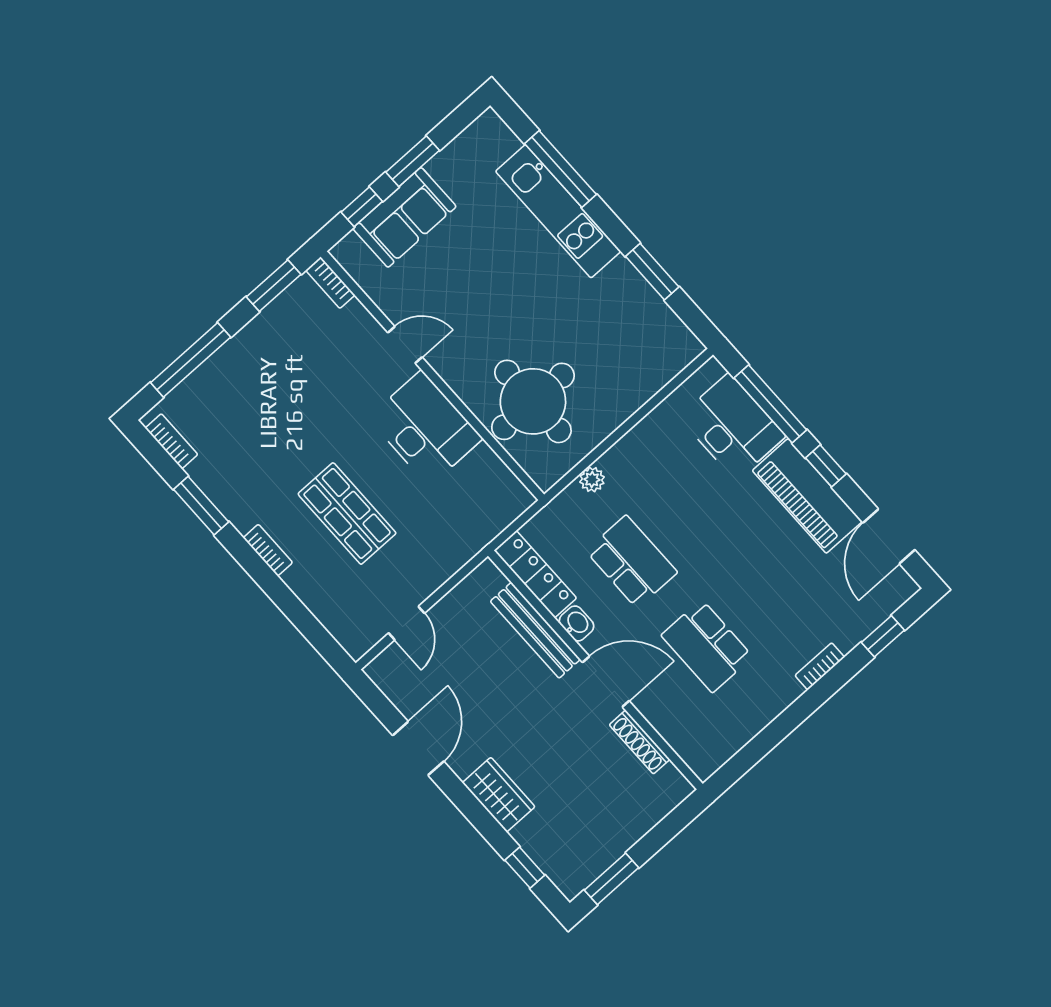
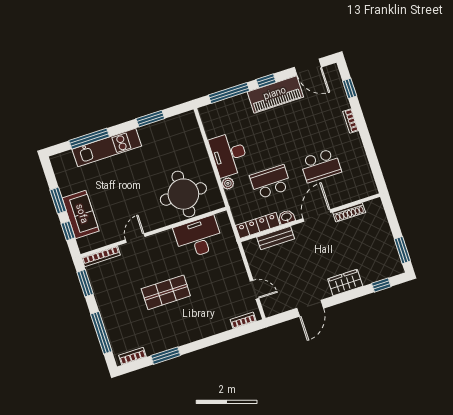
bookcase: (330, 283) -> (101, 256), width x1.56
desk: (732, 427) -> (229, 154), moved, turned -90
desk: (425, 428) -> (198, 237), moved
shop shelf: (347, 514) -> (166, 292), moved
bookcase: (268, 550) -> (243, 320), moved
bench: (535, 630) -> (276, 238), width x0.73
door: (418, 748) -> (310, 308), swing flipped

